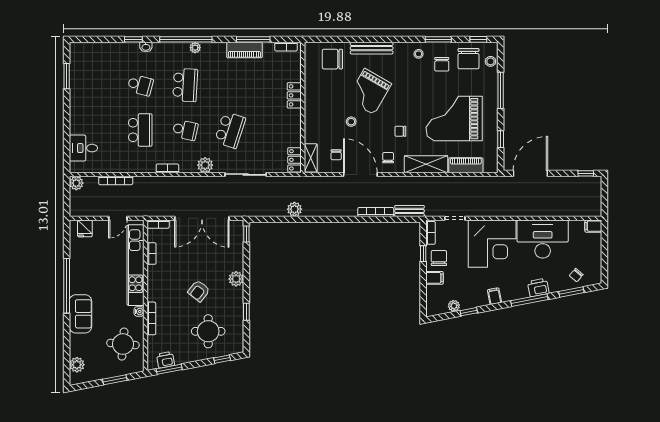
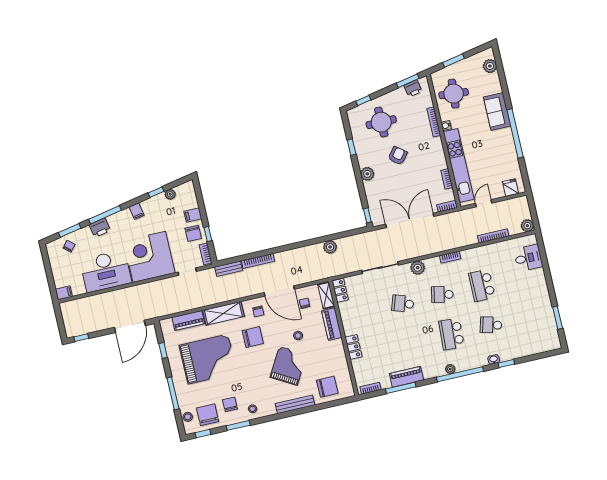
piano: (312, 126) -> (332, 324), added
school desk: (230, 130) -> (403, 304), width x0.54
chair: (400, 131) -> (253, 337), width x1.87, depth x1.87

